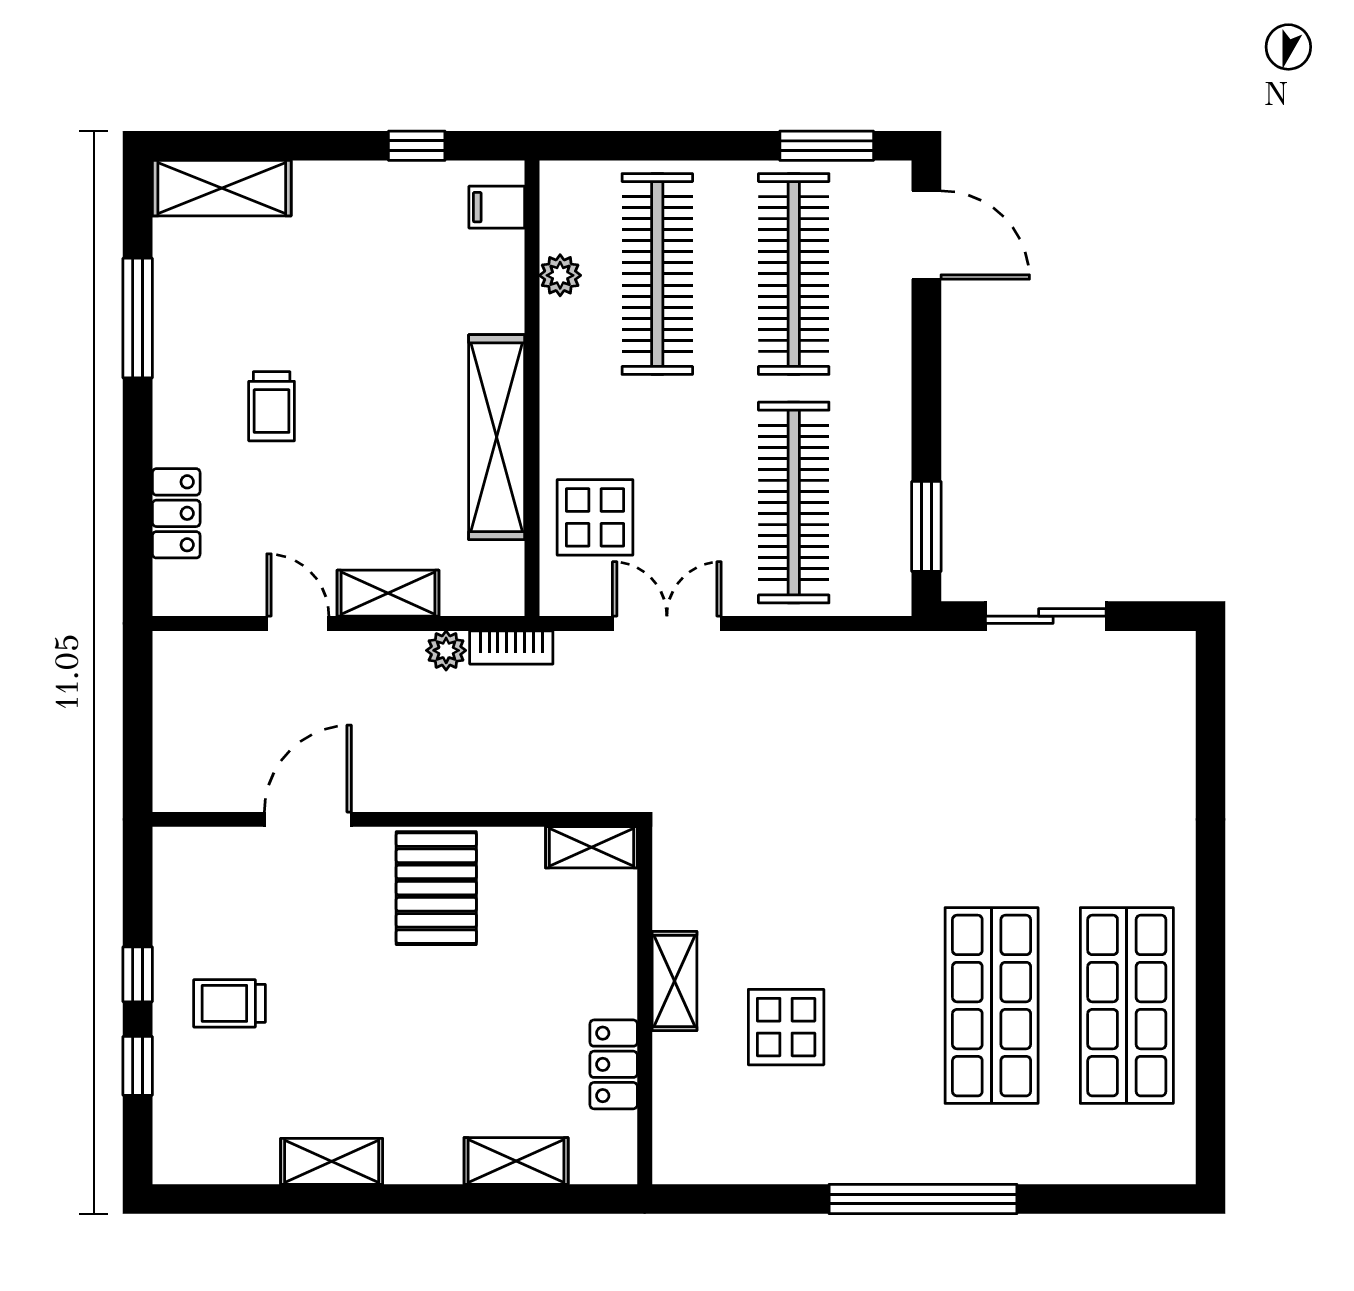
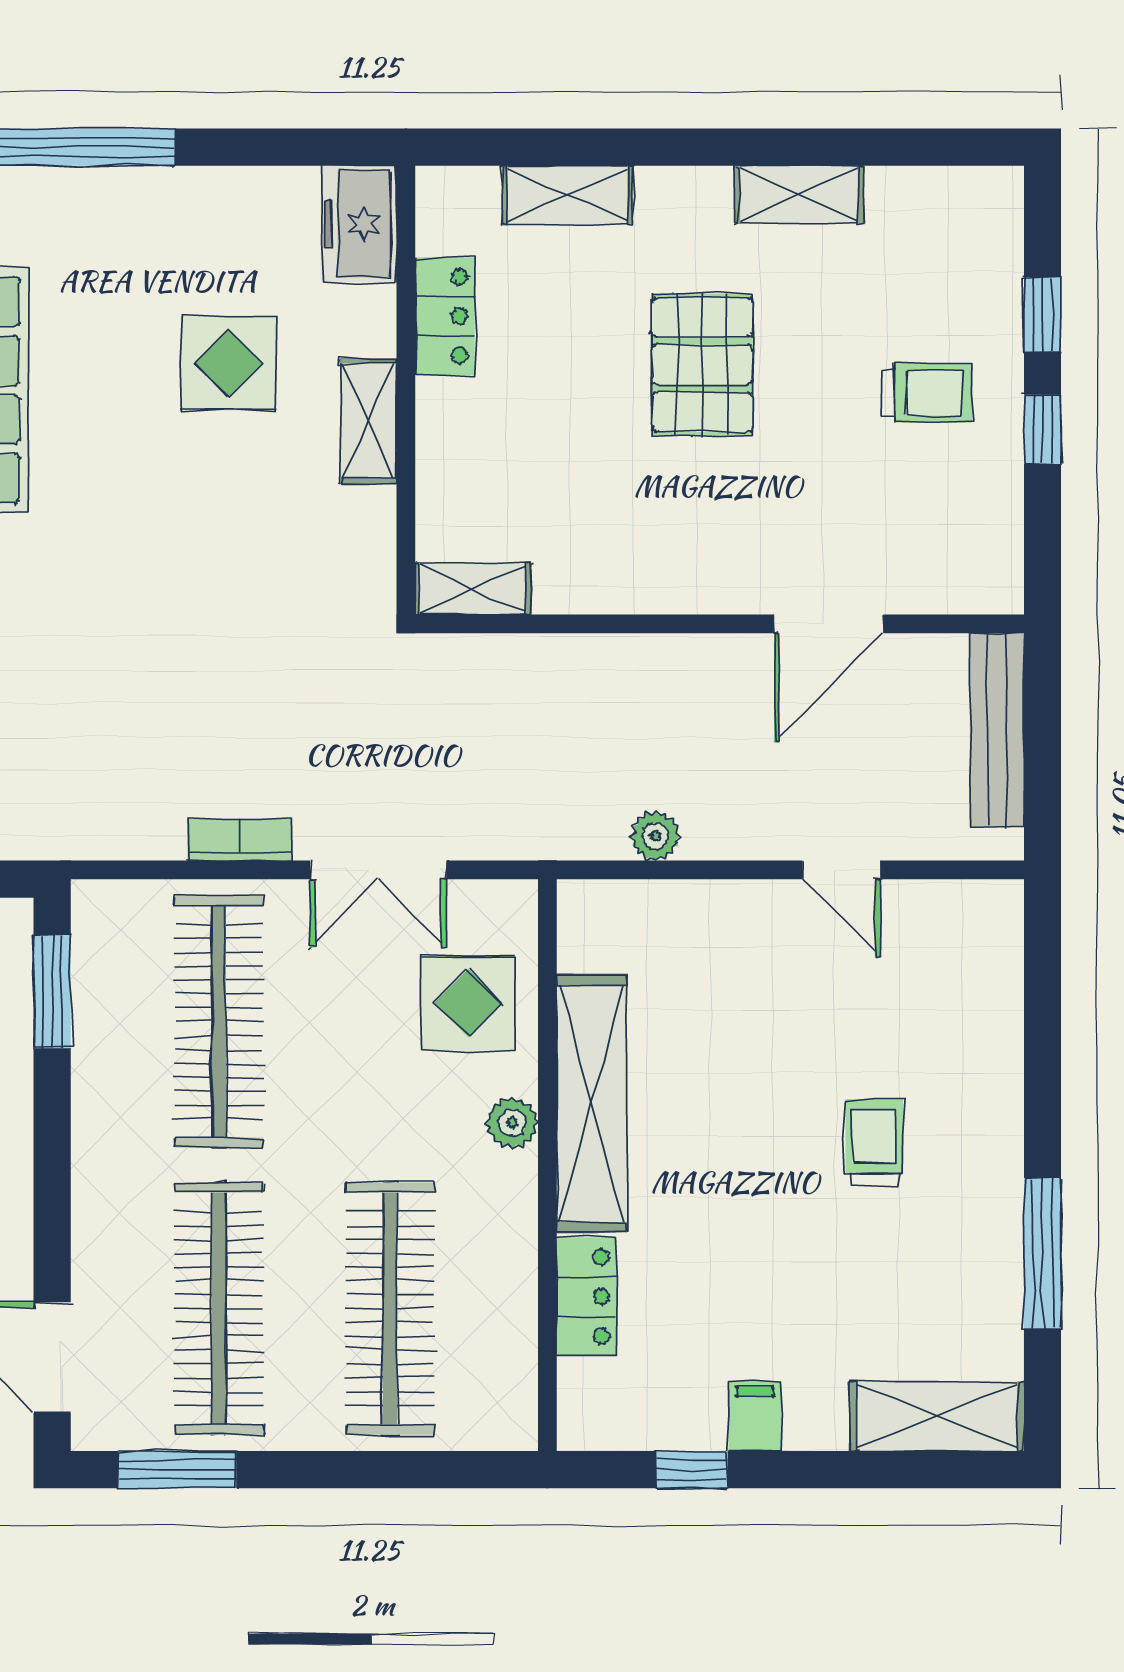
filing cabinet: (497, 207) -> (755, 1416), moved, turned -90
plant: (560, 275) -> (512, 1123), moved
locker: (176, 513) -> (586, 1297), moved, turned 180
shelving: (388, 593) -> (728, 908), removed
bookcase: (511, 647) -> (240, 840), moved
bench: (174, 735) -> (997, 730), added
pallet: (436, 888) -> (702, 365), moved
freezer: (682, 1138) -> (359, 224), added

